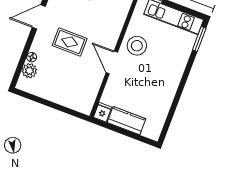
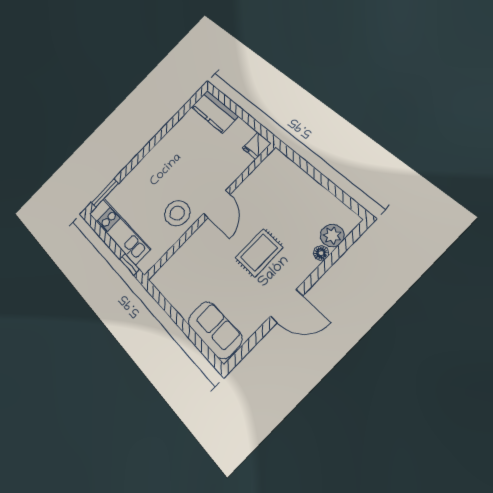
rug: (70, 42) -> (259, 253), turned 90
kitchen counter: (126, 121) -> (215, 112), moved

